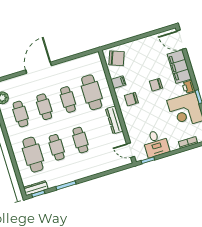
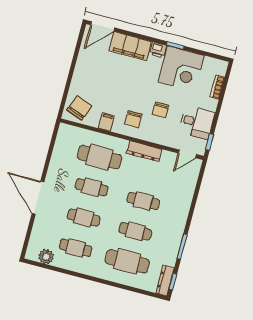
chair: (156, 85) -> (160, 110), moved

